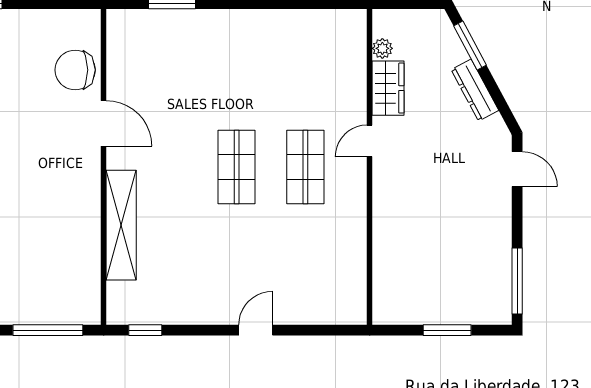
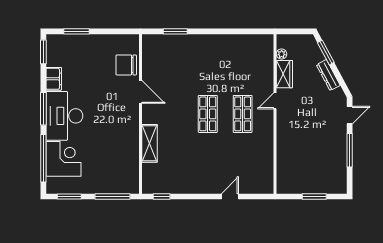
door: (517, 169) -> (350, 115), hinge flipped
shelving: (121, 225) -> (149, 143), width x0.68
window: (517, 281) -> (350, 150), moved
door: (256, 330) -> (230, 196), moved

